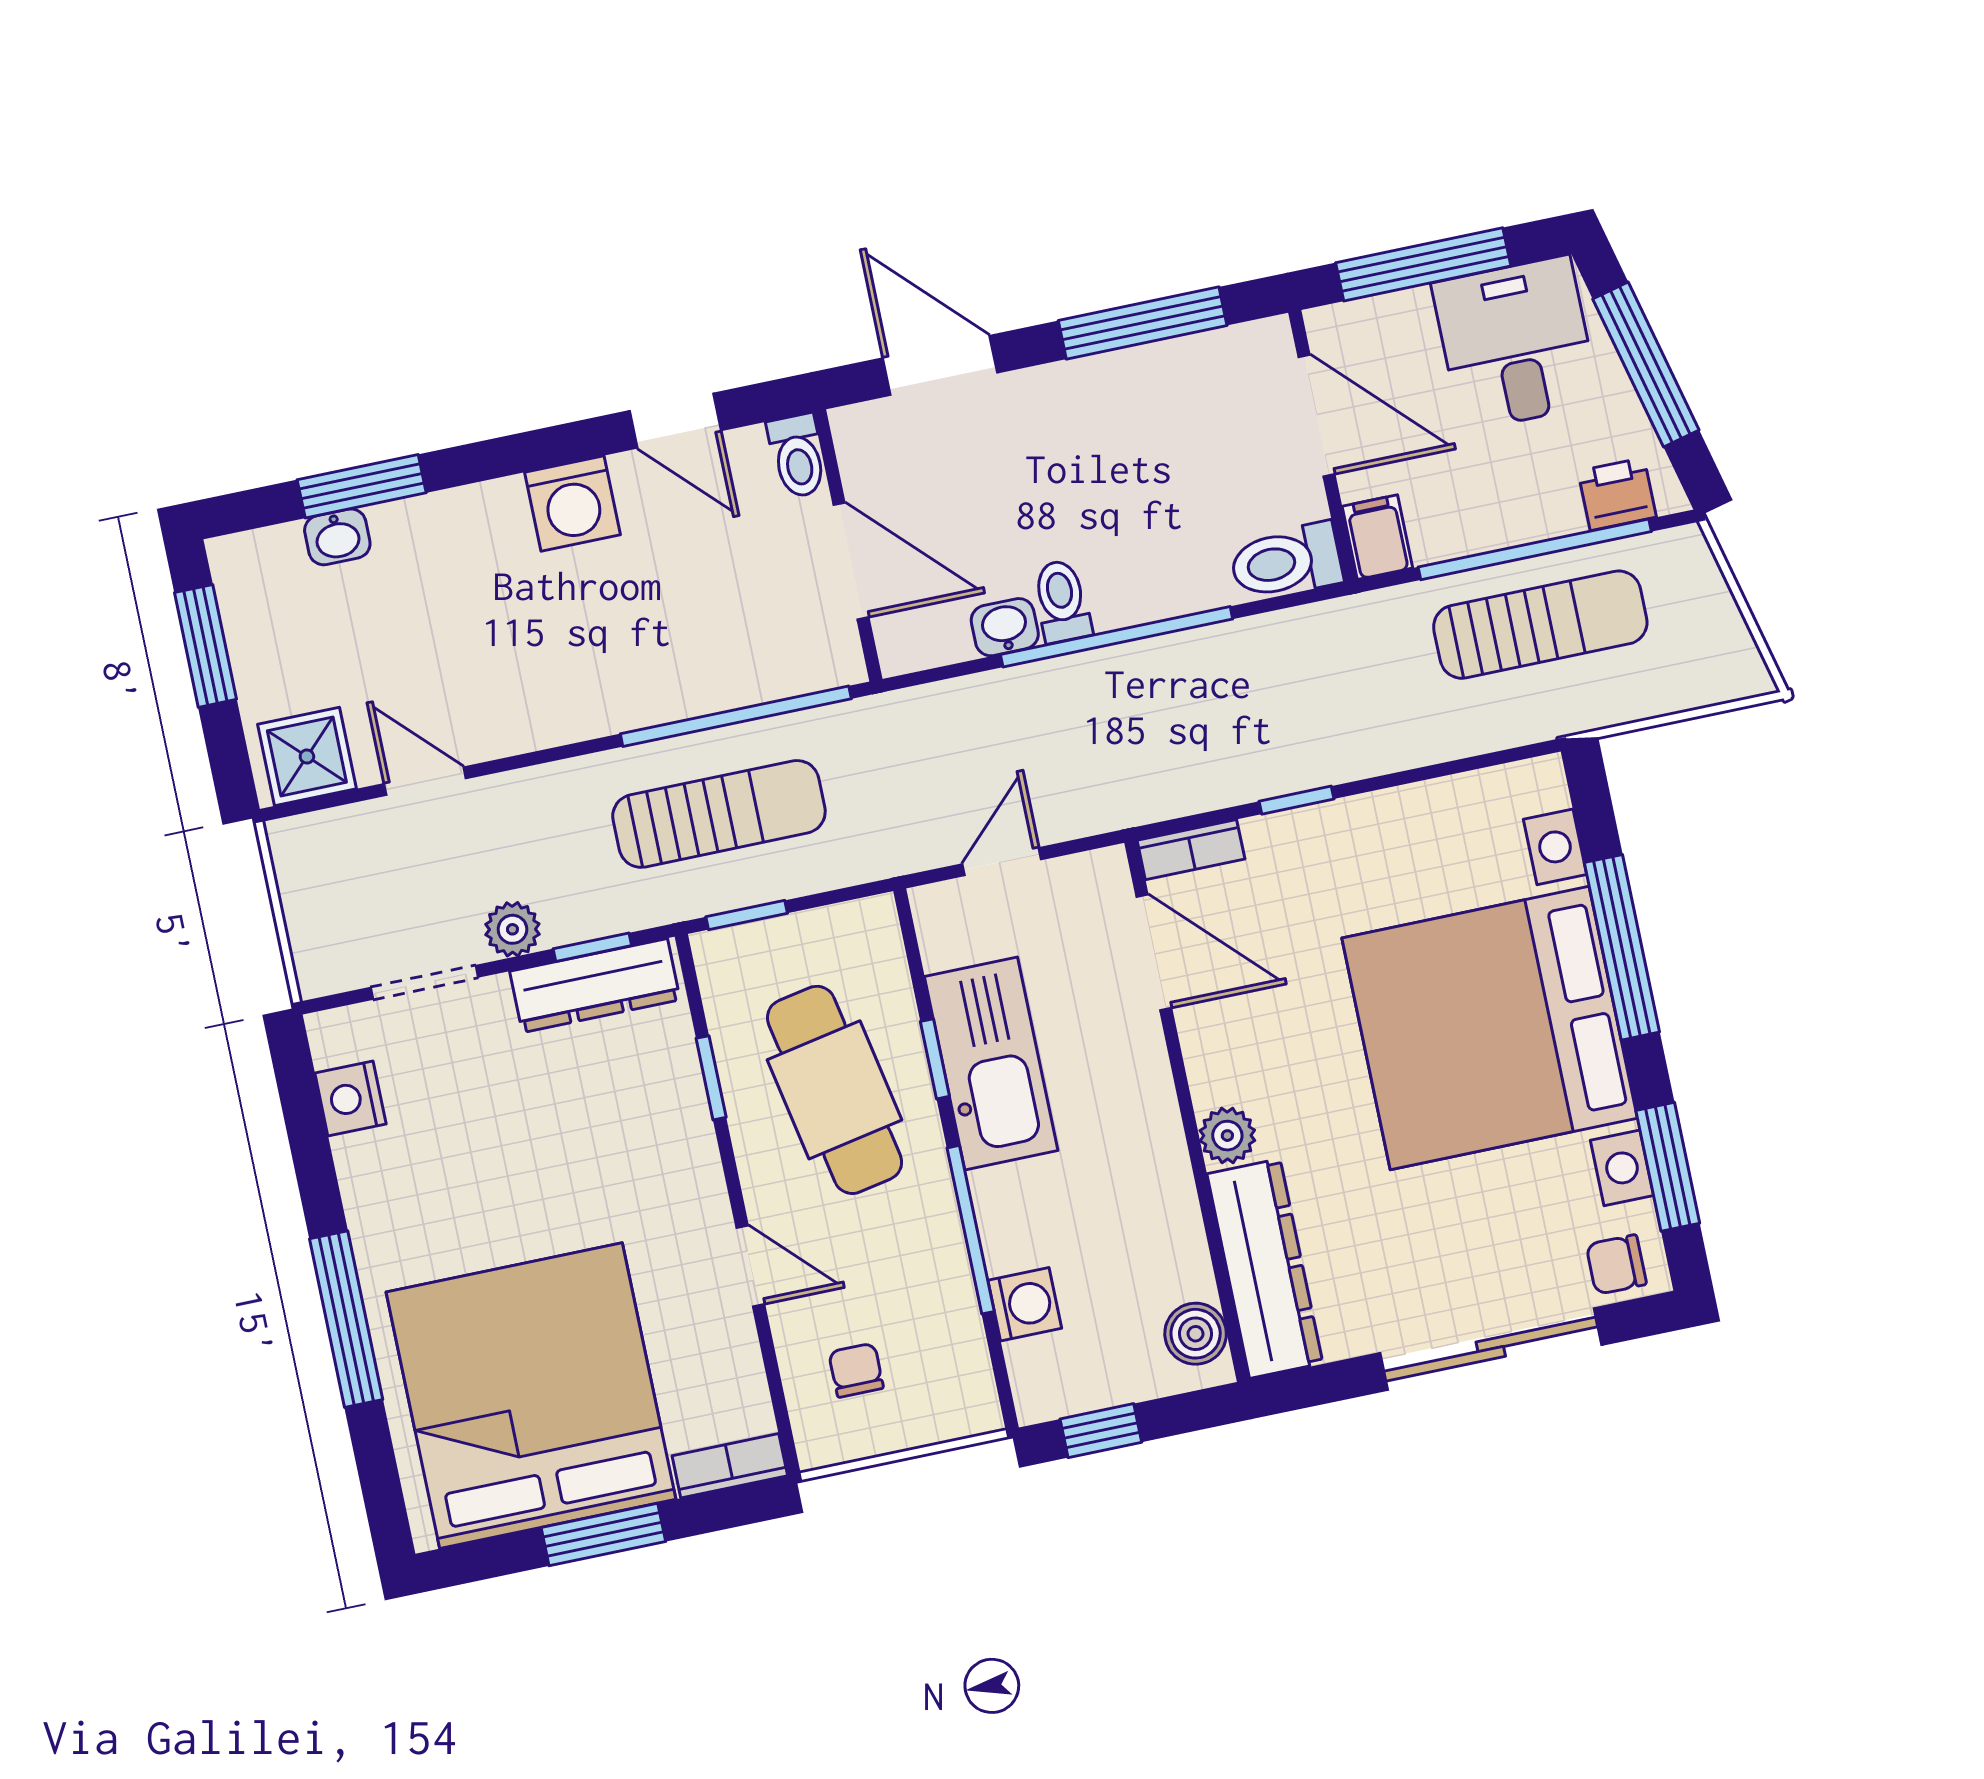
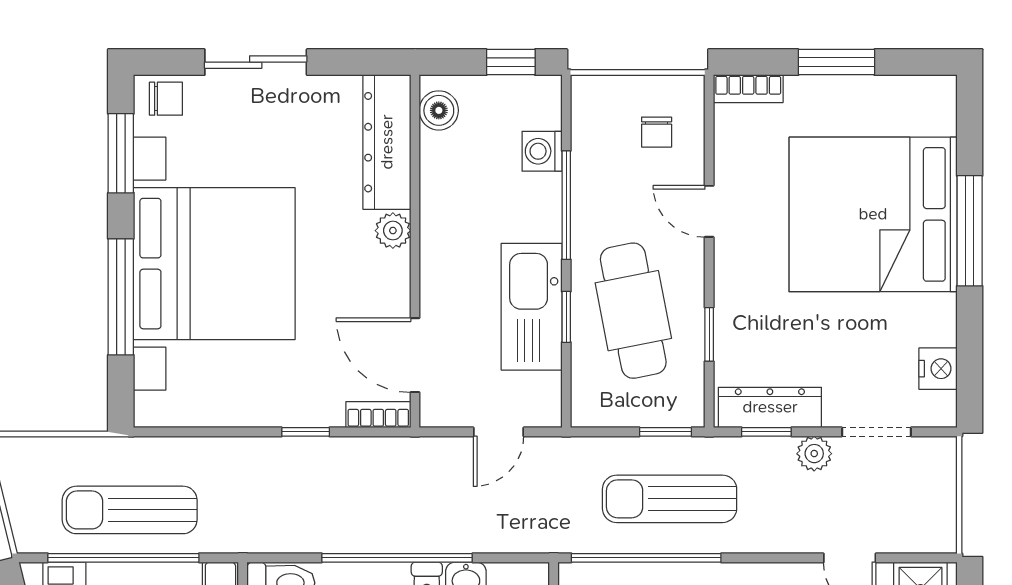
sliding door: (1491, 1349) -> (256, 62), width x0.73
bed: (531, 1396) -> (873, 214), moved, turned 90

